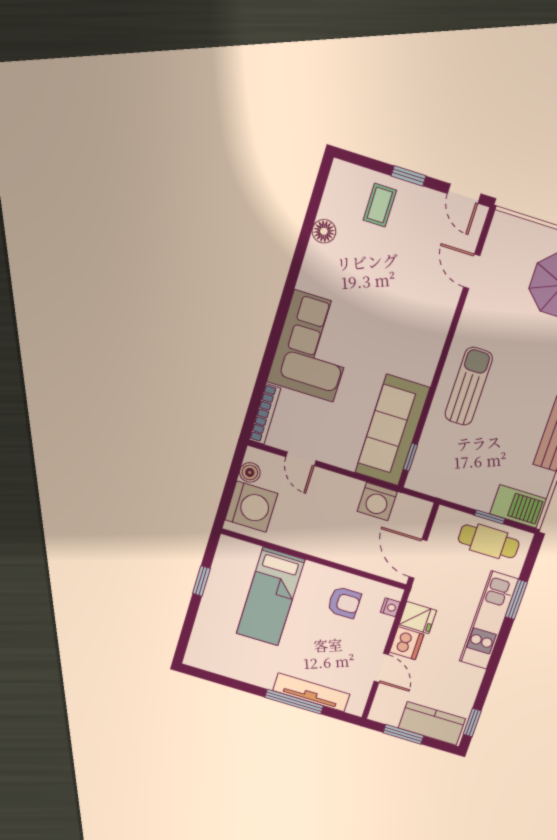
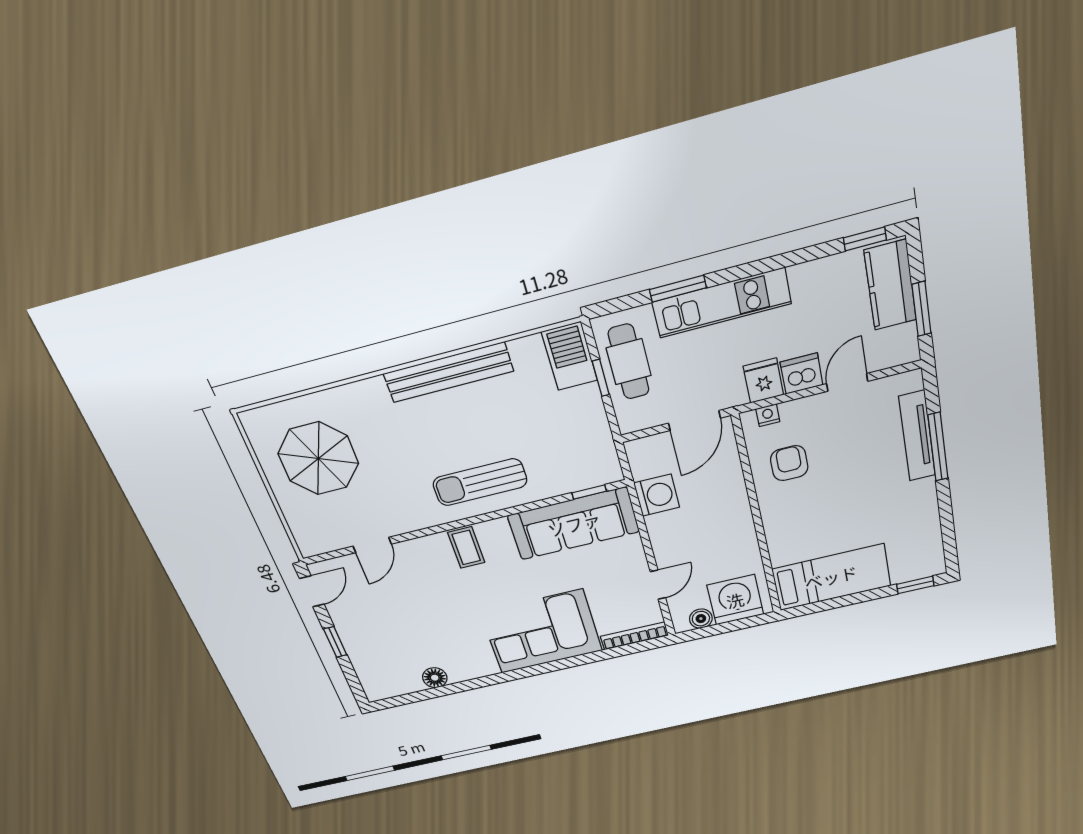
coffee table: (380, 205) -> (466, 547), moved, turned 90
window: (201, 581) -> (915, 585), moved
bed: (271, 597) -> (831, 577), moved

